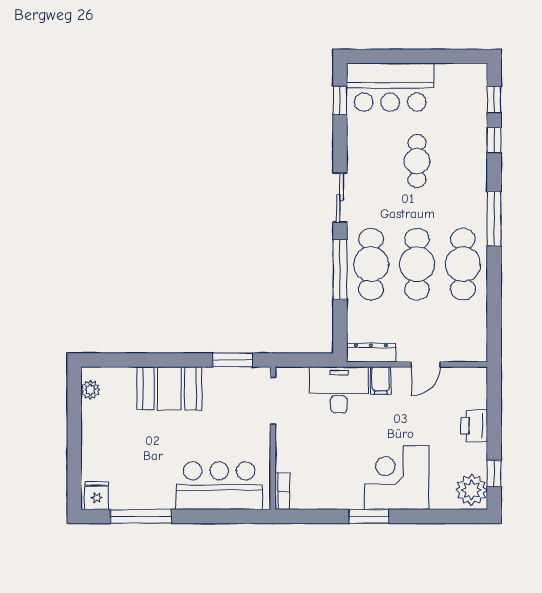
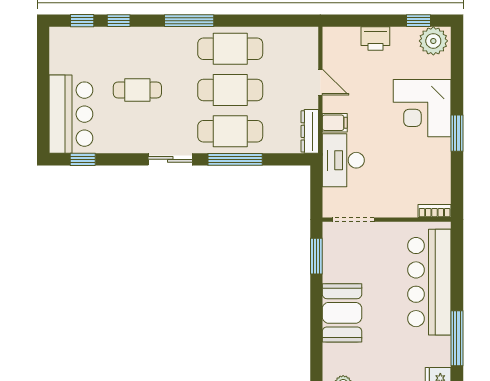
bar counter: (219, 486) -> (429, 282), width x1.36

